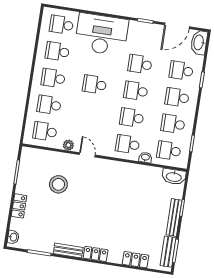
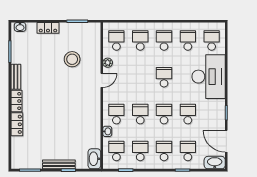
bench: (168, 252) -> (28, 164), removed
locker: (135, 260) -> (17, 124), moved

